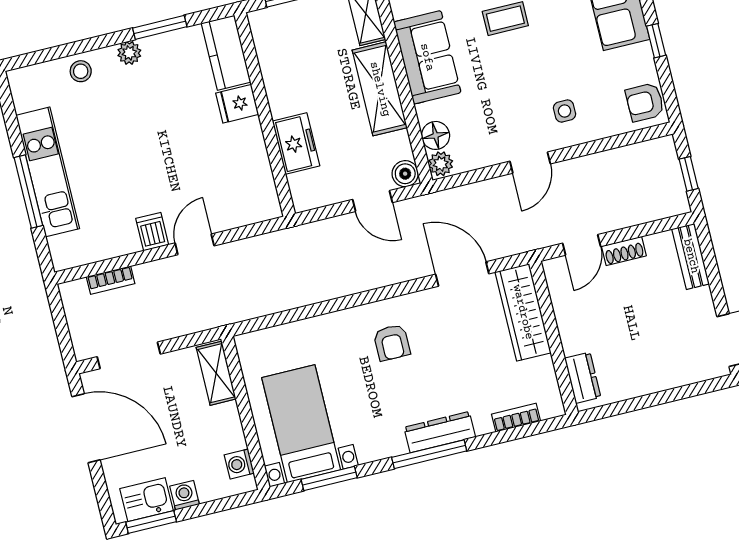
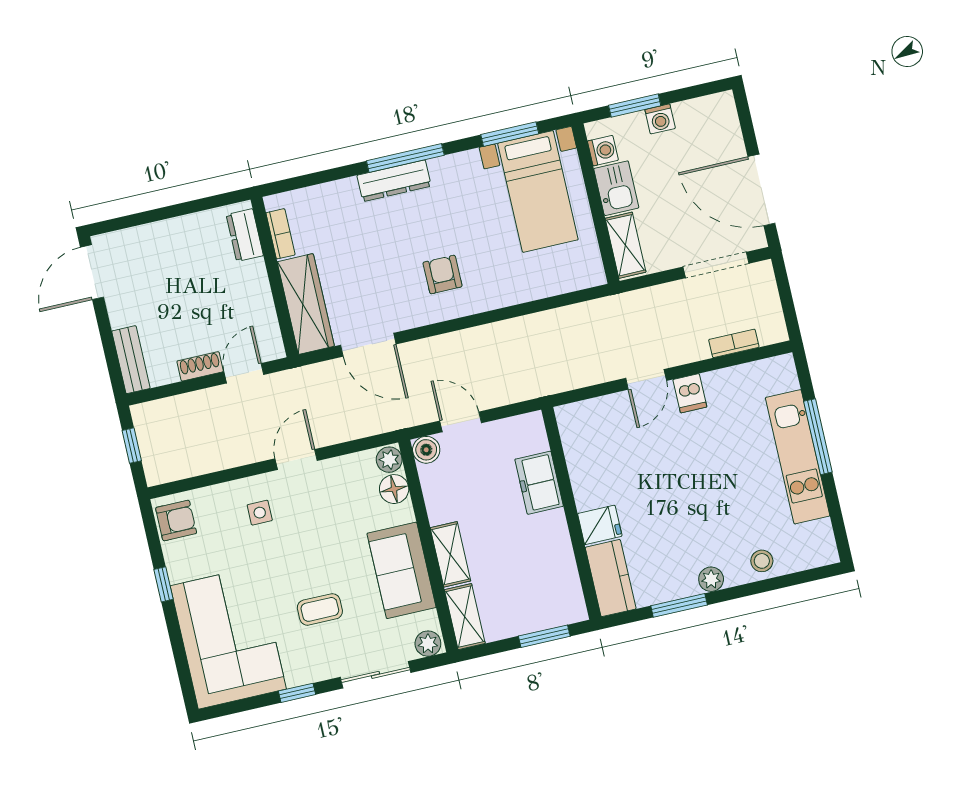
shelving: (380, 89) -> (450, 554), width x0.67, depth x0.75
bookcase: (516, 418) -> (281, 234), moved, turned -90
kitchen sink: (146, 500) -> (616, 188), moved, turned -90
window: (151, 522) -> (635, 105), moved

